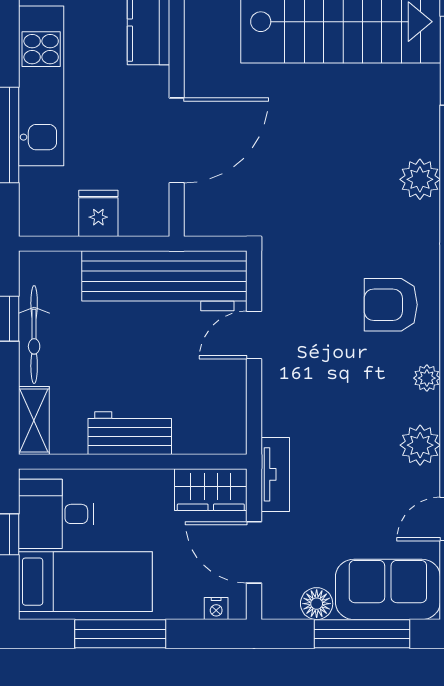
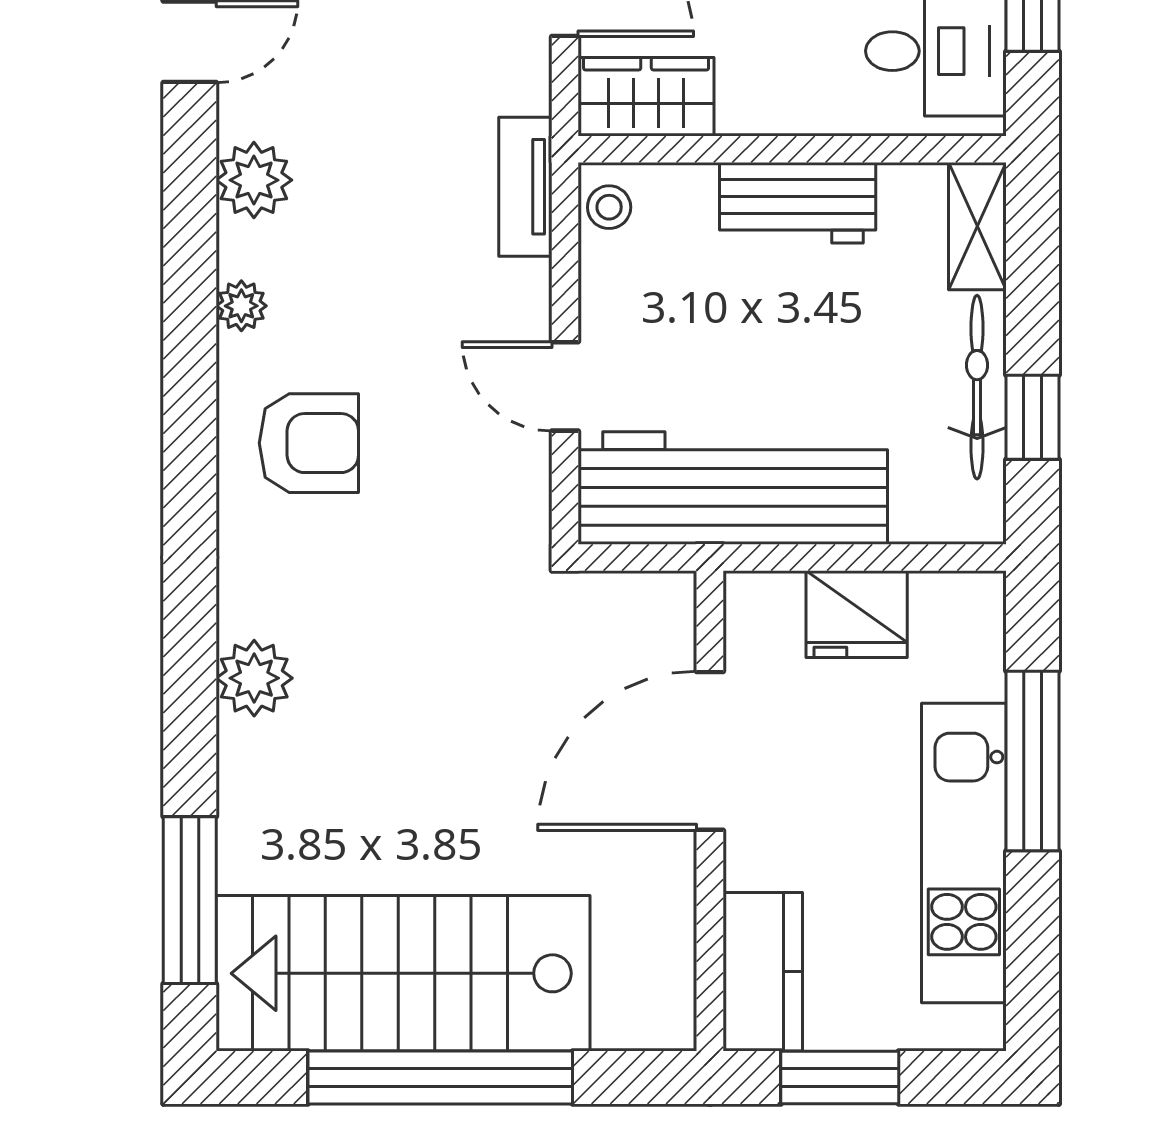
fridge: (98, 213) -> (857, 614), width x1.38
door: (254, 335) -> (565, 386), swing flipped
stool: (231, 431) -> (609, 207), added
tv unit: (275, 474) -> (525, 187), moved

